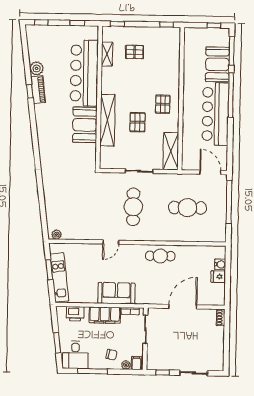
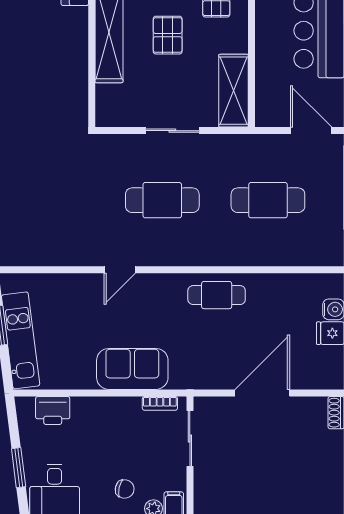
booth: (85, 125) -> (65, 42), removed
cafe table: (133, 207) -> (162, 200), turned 90
plant: (57, 235) -> (14, 257), removed
filing cabinet: (105, 315) -> (110, 412), removed

